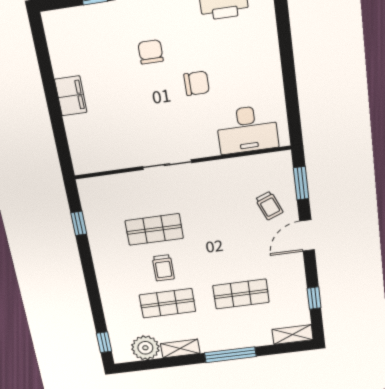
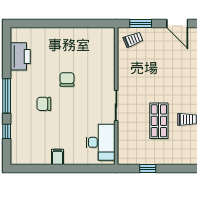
filing cabinet: (71, 96) -> (58, 157), width x0.50
desk: (247, 130) -> (101, 142), moved
trolley: (269, 206) -> (133, 40), moved

